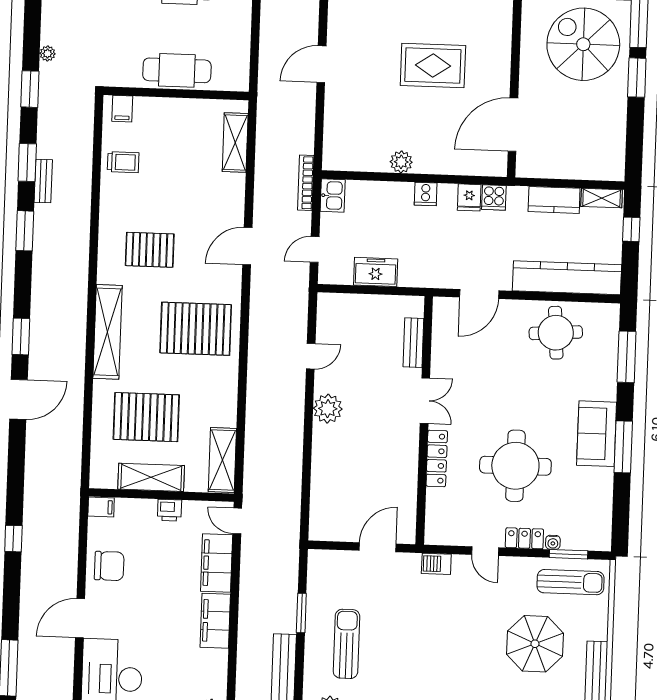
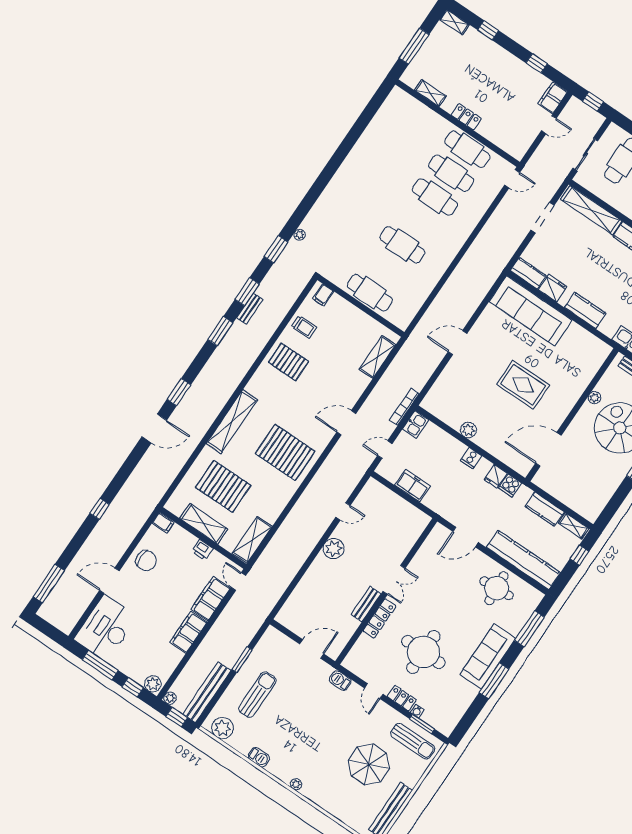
plant: (530, 27) -> (595, 398), added
pallet: (150, 250) -> (288, 362), moved
bench: (413, 343) -> (366, 604), moved
sofa: (597, 434) -> (488, 656), width x1.36

